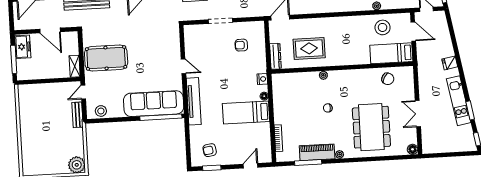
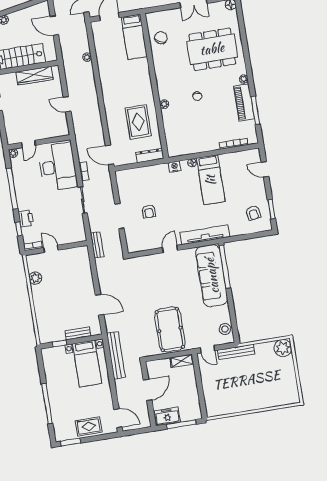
stool: (383, 27) -> (109, 49), removed
armchair: (241, 45) -> (149, 211), moved
bench: (77, 115) -> (236, 352), width x1.36

